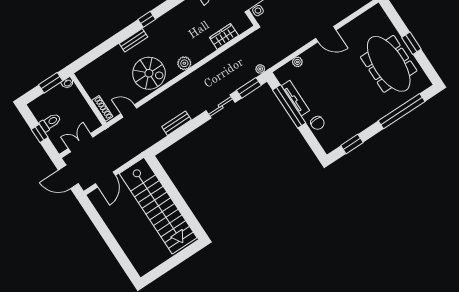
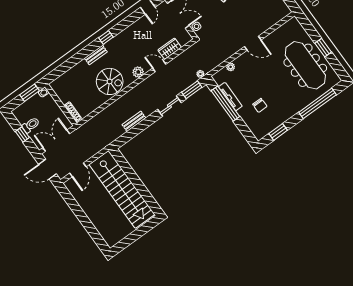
door: (129, 111) -> (159, 66), moved
chair: (317, 123) -> (260, 105), moved
double door: (81, 143) -> (56, 141), width x1.37

